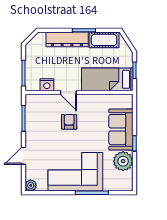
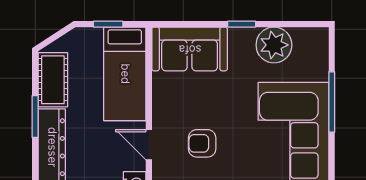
door: (68, 93) -> (149, 145), swing flipped
sofa: (121, 130) -> (190, 49), moved

